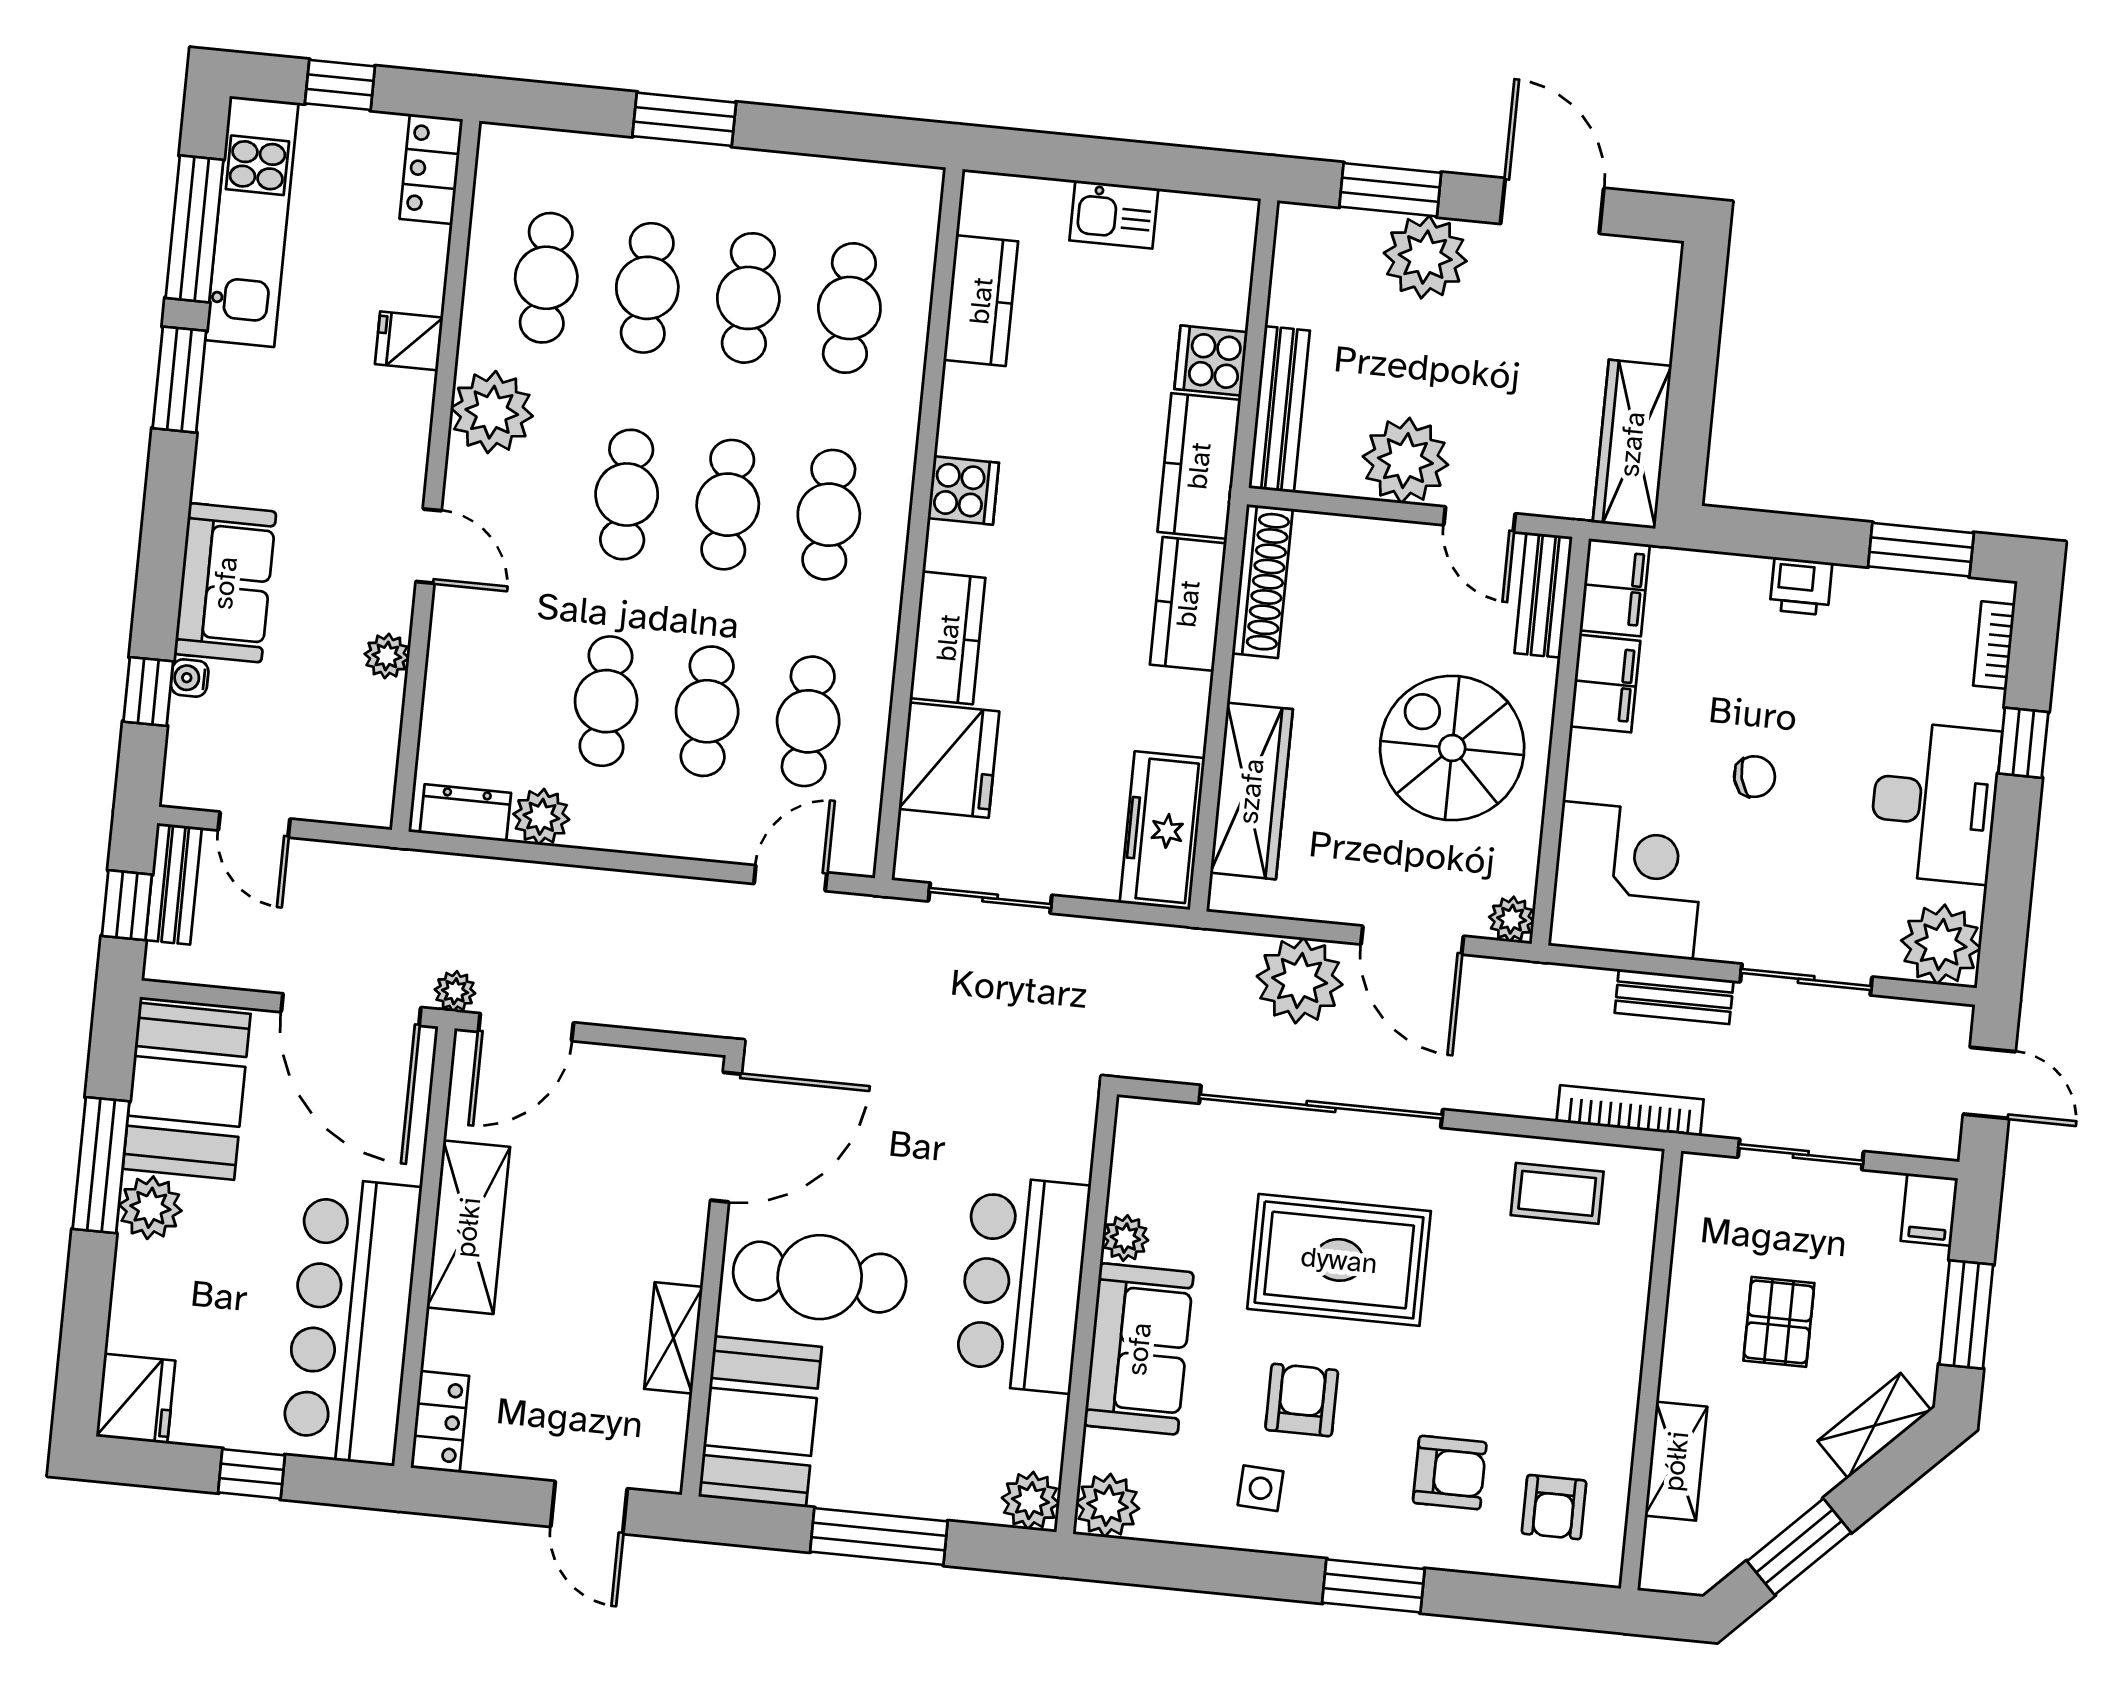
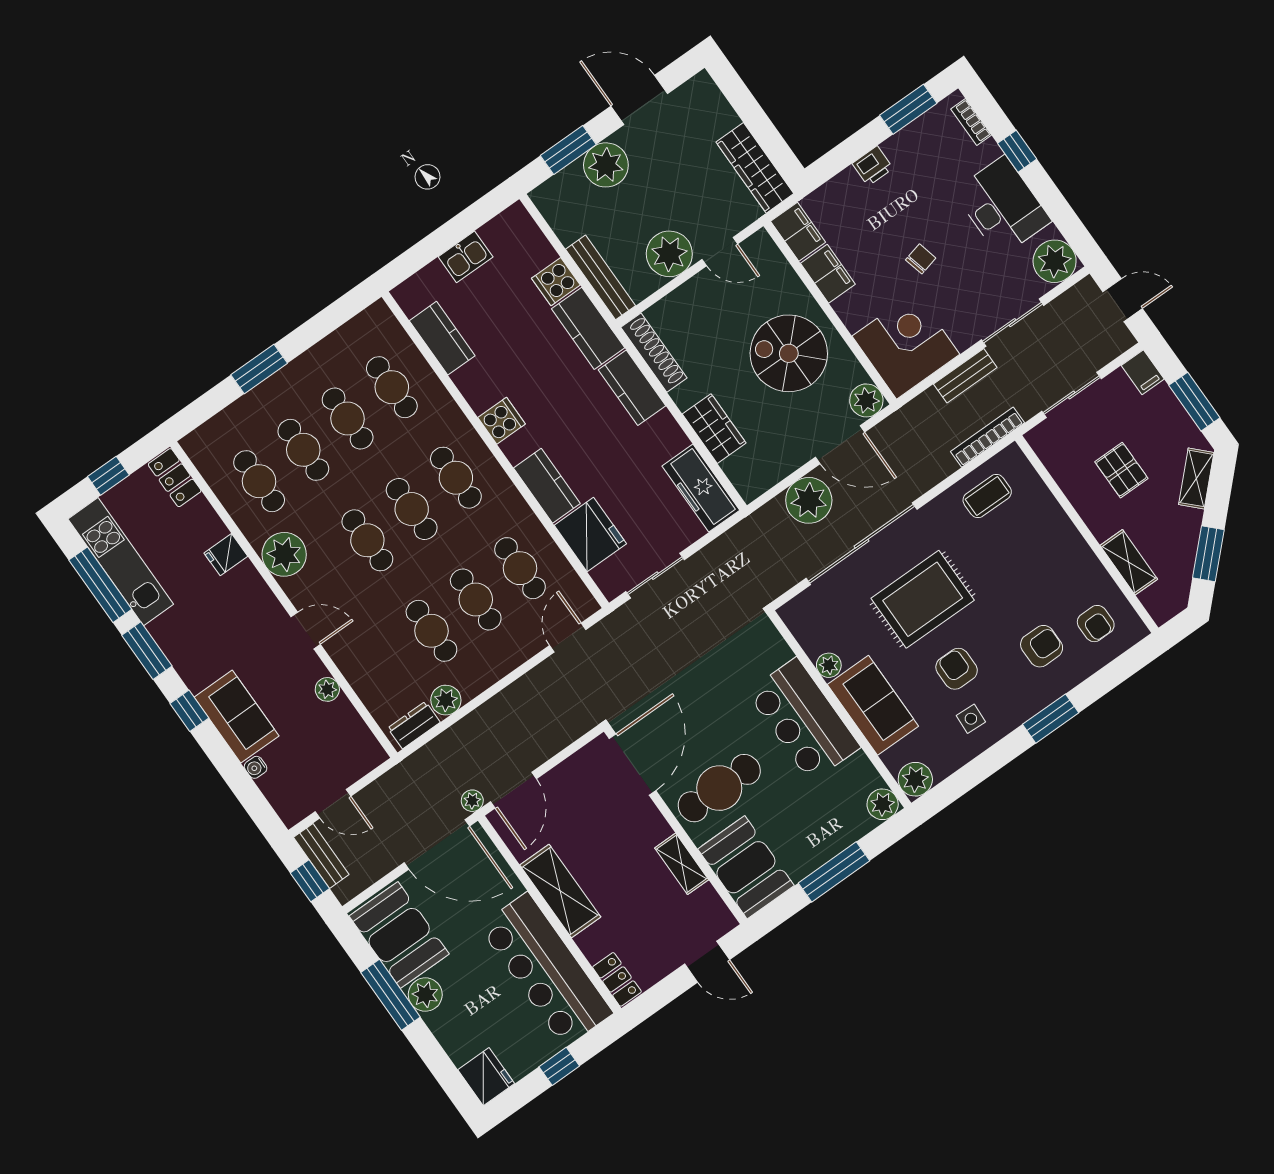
bench: (1543, 595) -> (772, 260), removed
window: (148, 692) -> (189, 711), moved
wardrobe: (1251, 791) -> (714, 429), width x0.67
plant: (1512, 919) -> (866, 400), width x1.38, depth x1.38

